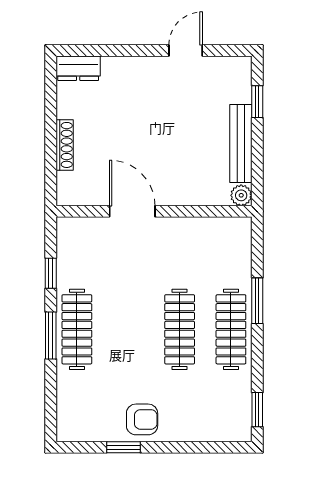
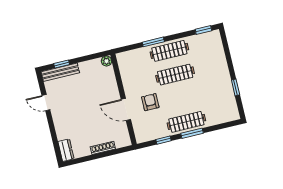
bench: (241, 143) -> (60, 72), moved
door: (132, 211) -> (126, 109), hinge flipped
armchair: (142, 419) -> (150, 102), moved

